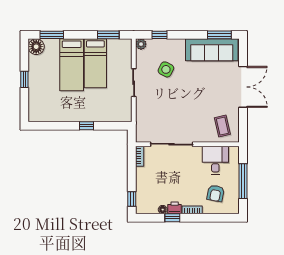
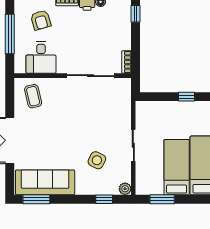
armchair: (216, 193) -> (41, 20), turned 153

